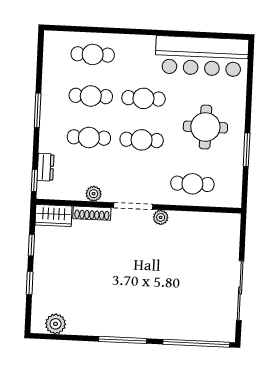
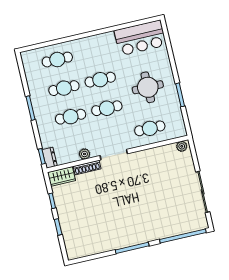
bar counter: (202, 56) -> (140, 38), width x0.73
dresser: (45, 167) -> (50, 158), moved
plant: (161, 217) -> (182, 146), moved
plant: (56, 324) -> (84, 250), removed

